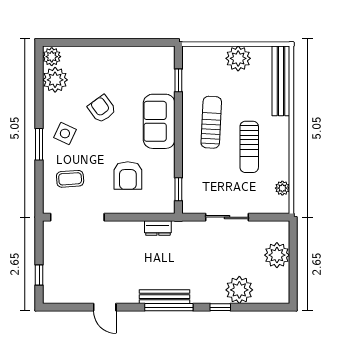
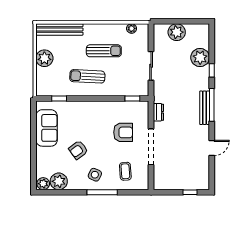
sofa: (159, 121) -> (47, 128), moved, turned -90
window: (39, 144) -> (102, 192), width x1.44
doorway: (77, 217) -> (151, 147), moved

